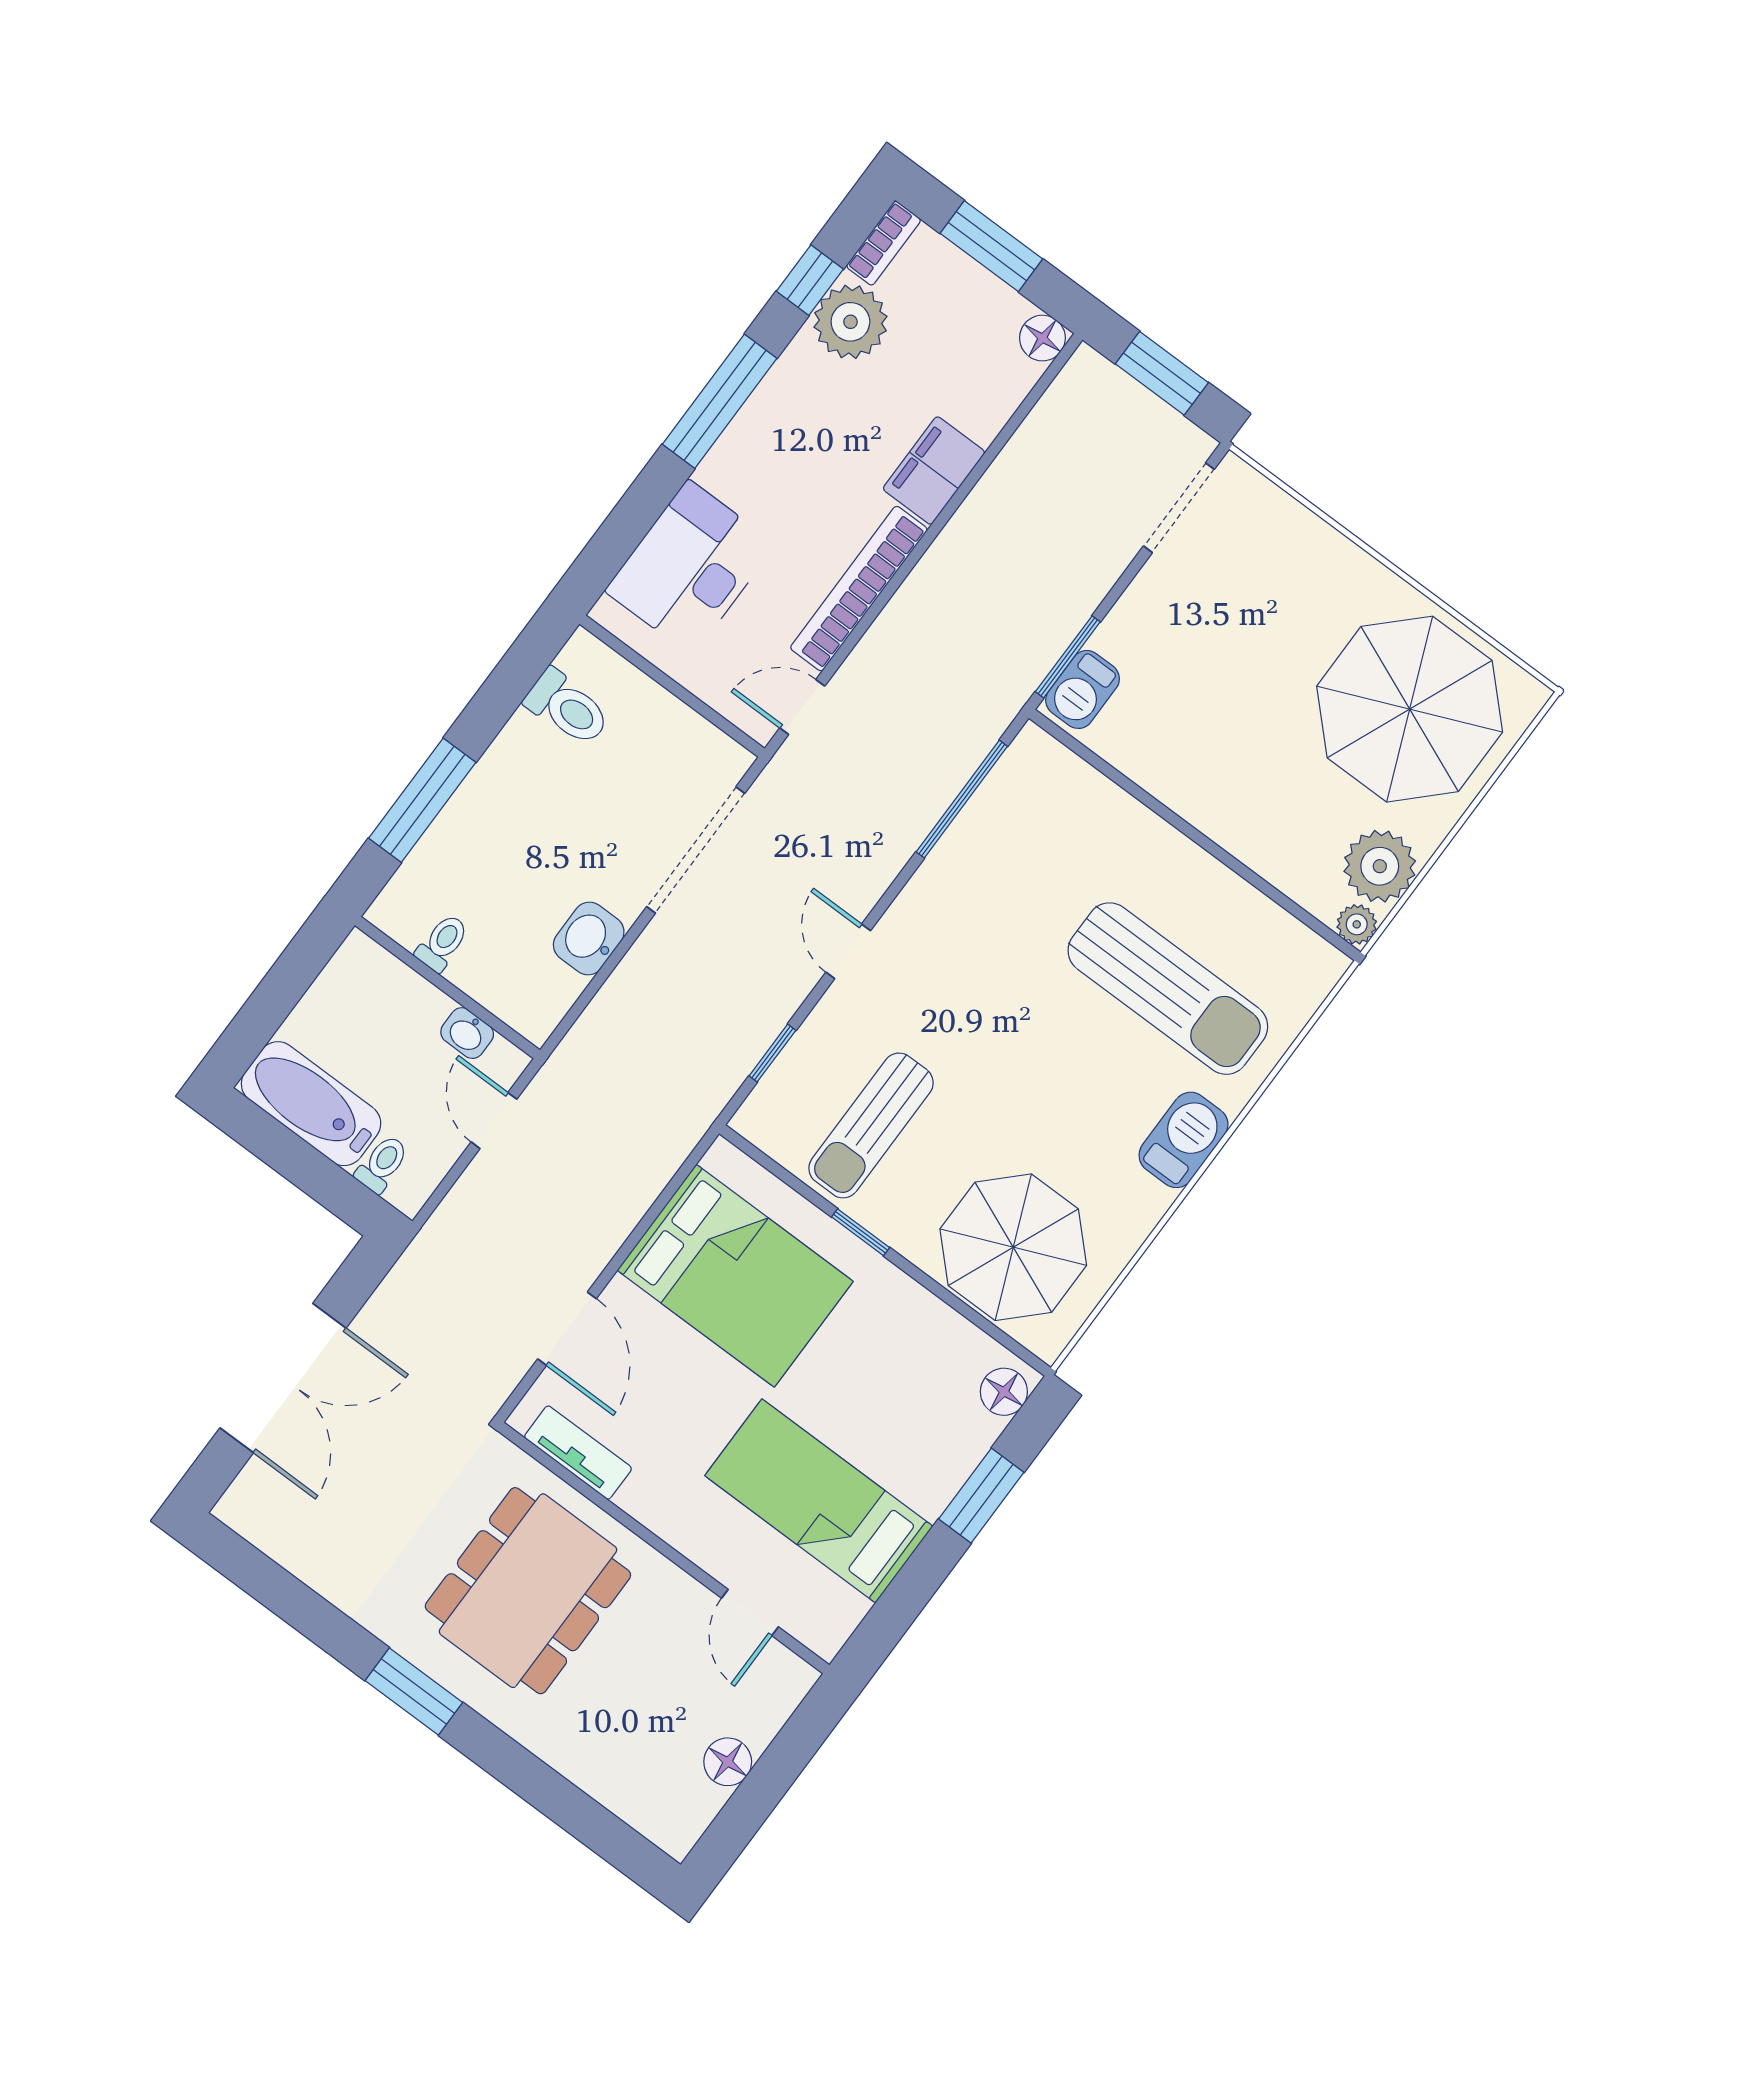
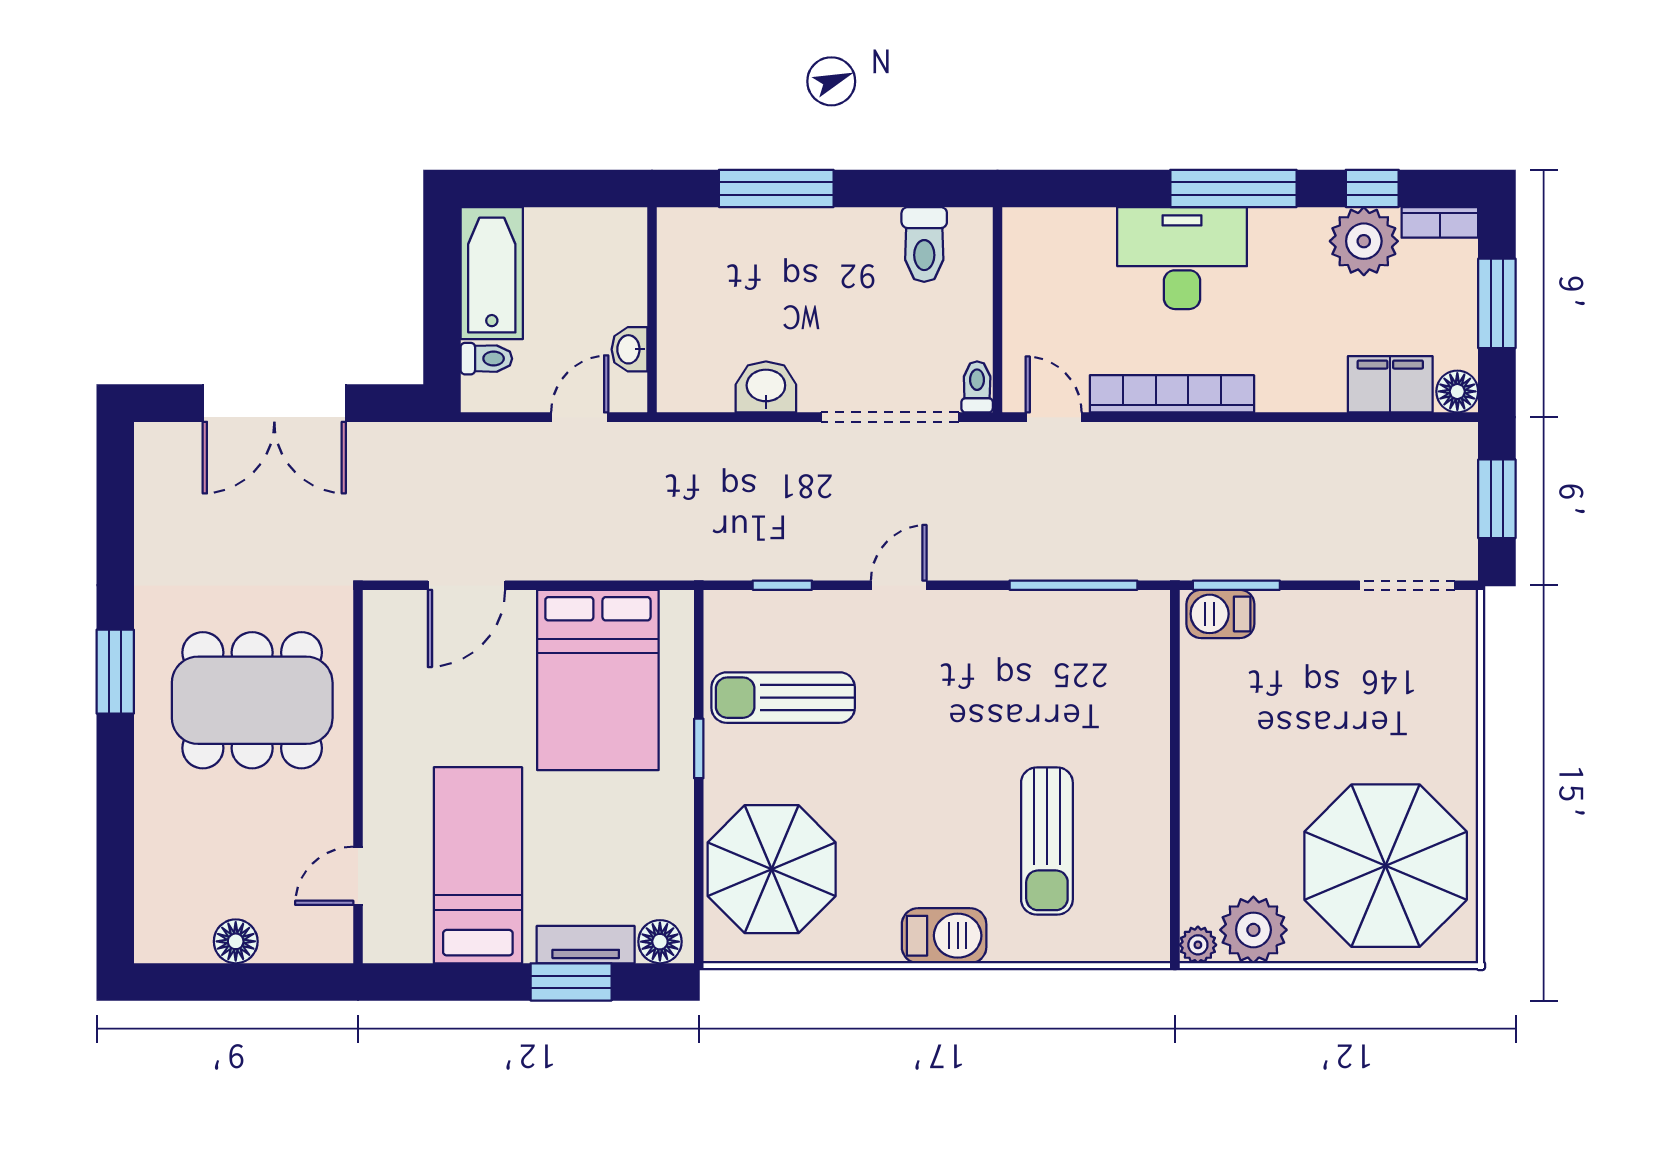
filing cabinet: (934, 471) -> (1390, 384), moved
desk: (690, 568) -> (1182, 258), moved
toilet: (442, 943) -> (977, 387), moved, turned -90
sun lounger: (1168, 989) -> (1047, 841), width x0.73, depth x0.75
tv unit: (578, 1453) -> (586, 945), moved, turned -90

